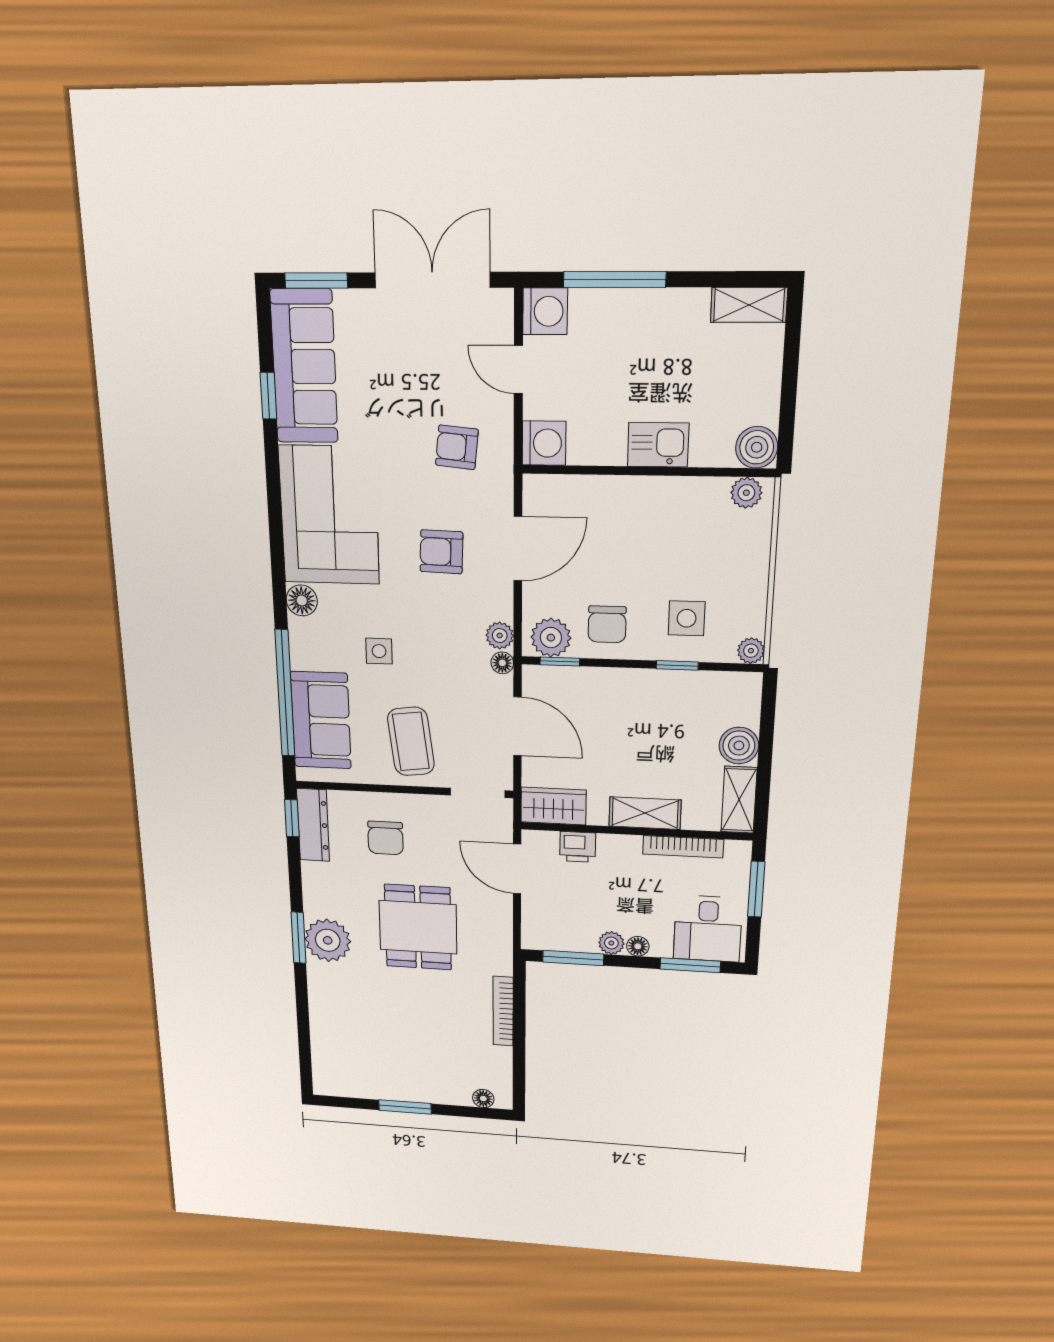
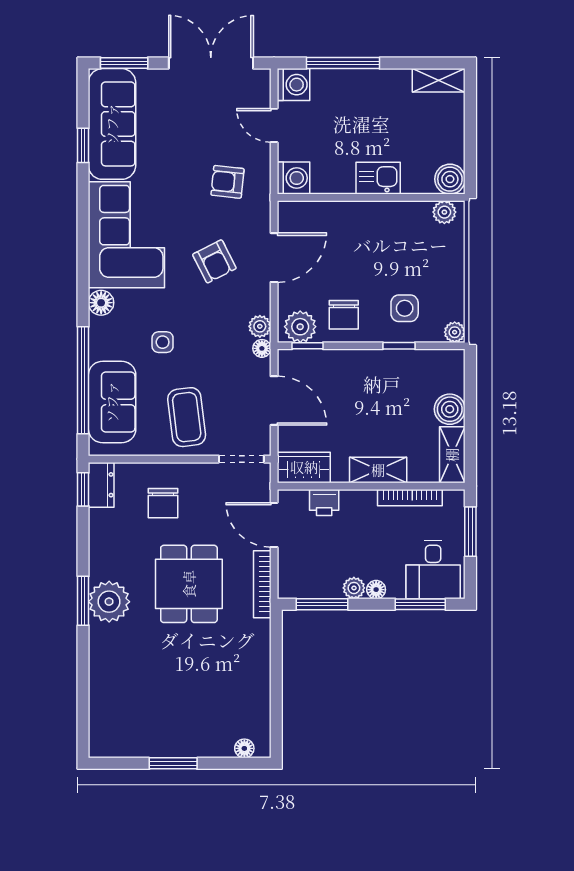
armchair: (441, 552) -> (214, 261), turned -119
dresser: (313, 825) -> (101, 485), width x0.70
bookcase: (503, 1011) -> (262, 584), moved

